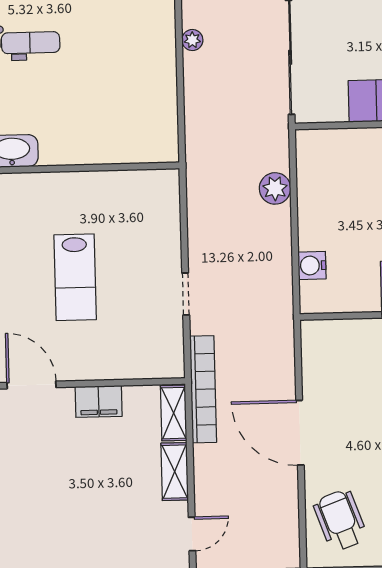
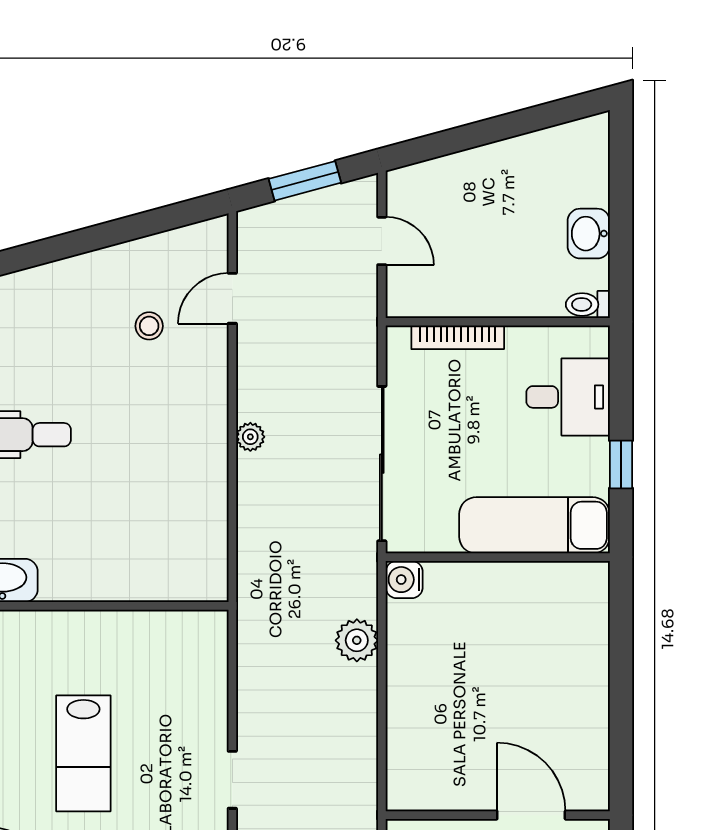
water cooler: (312, 265) -> (404, 580), moved

